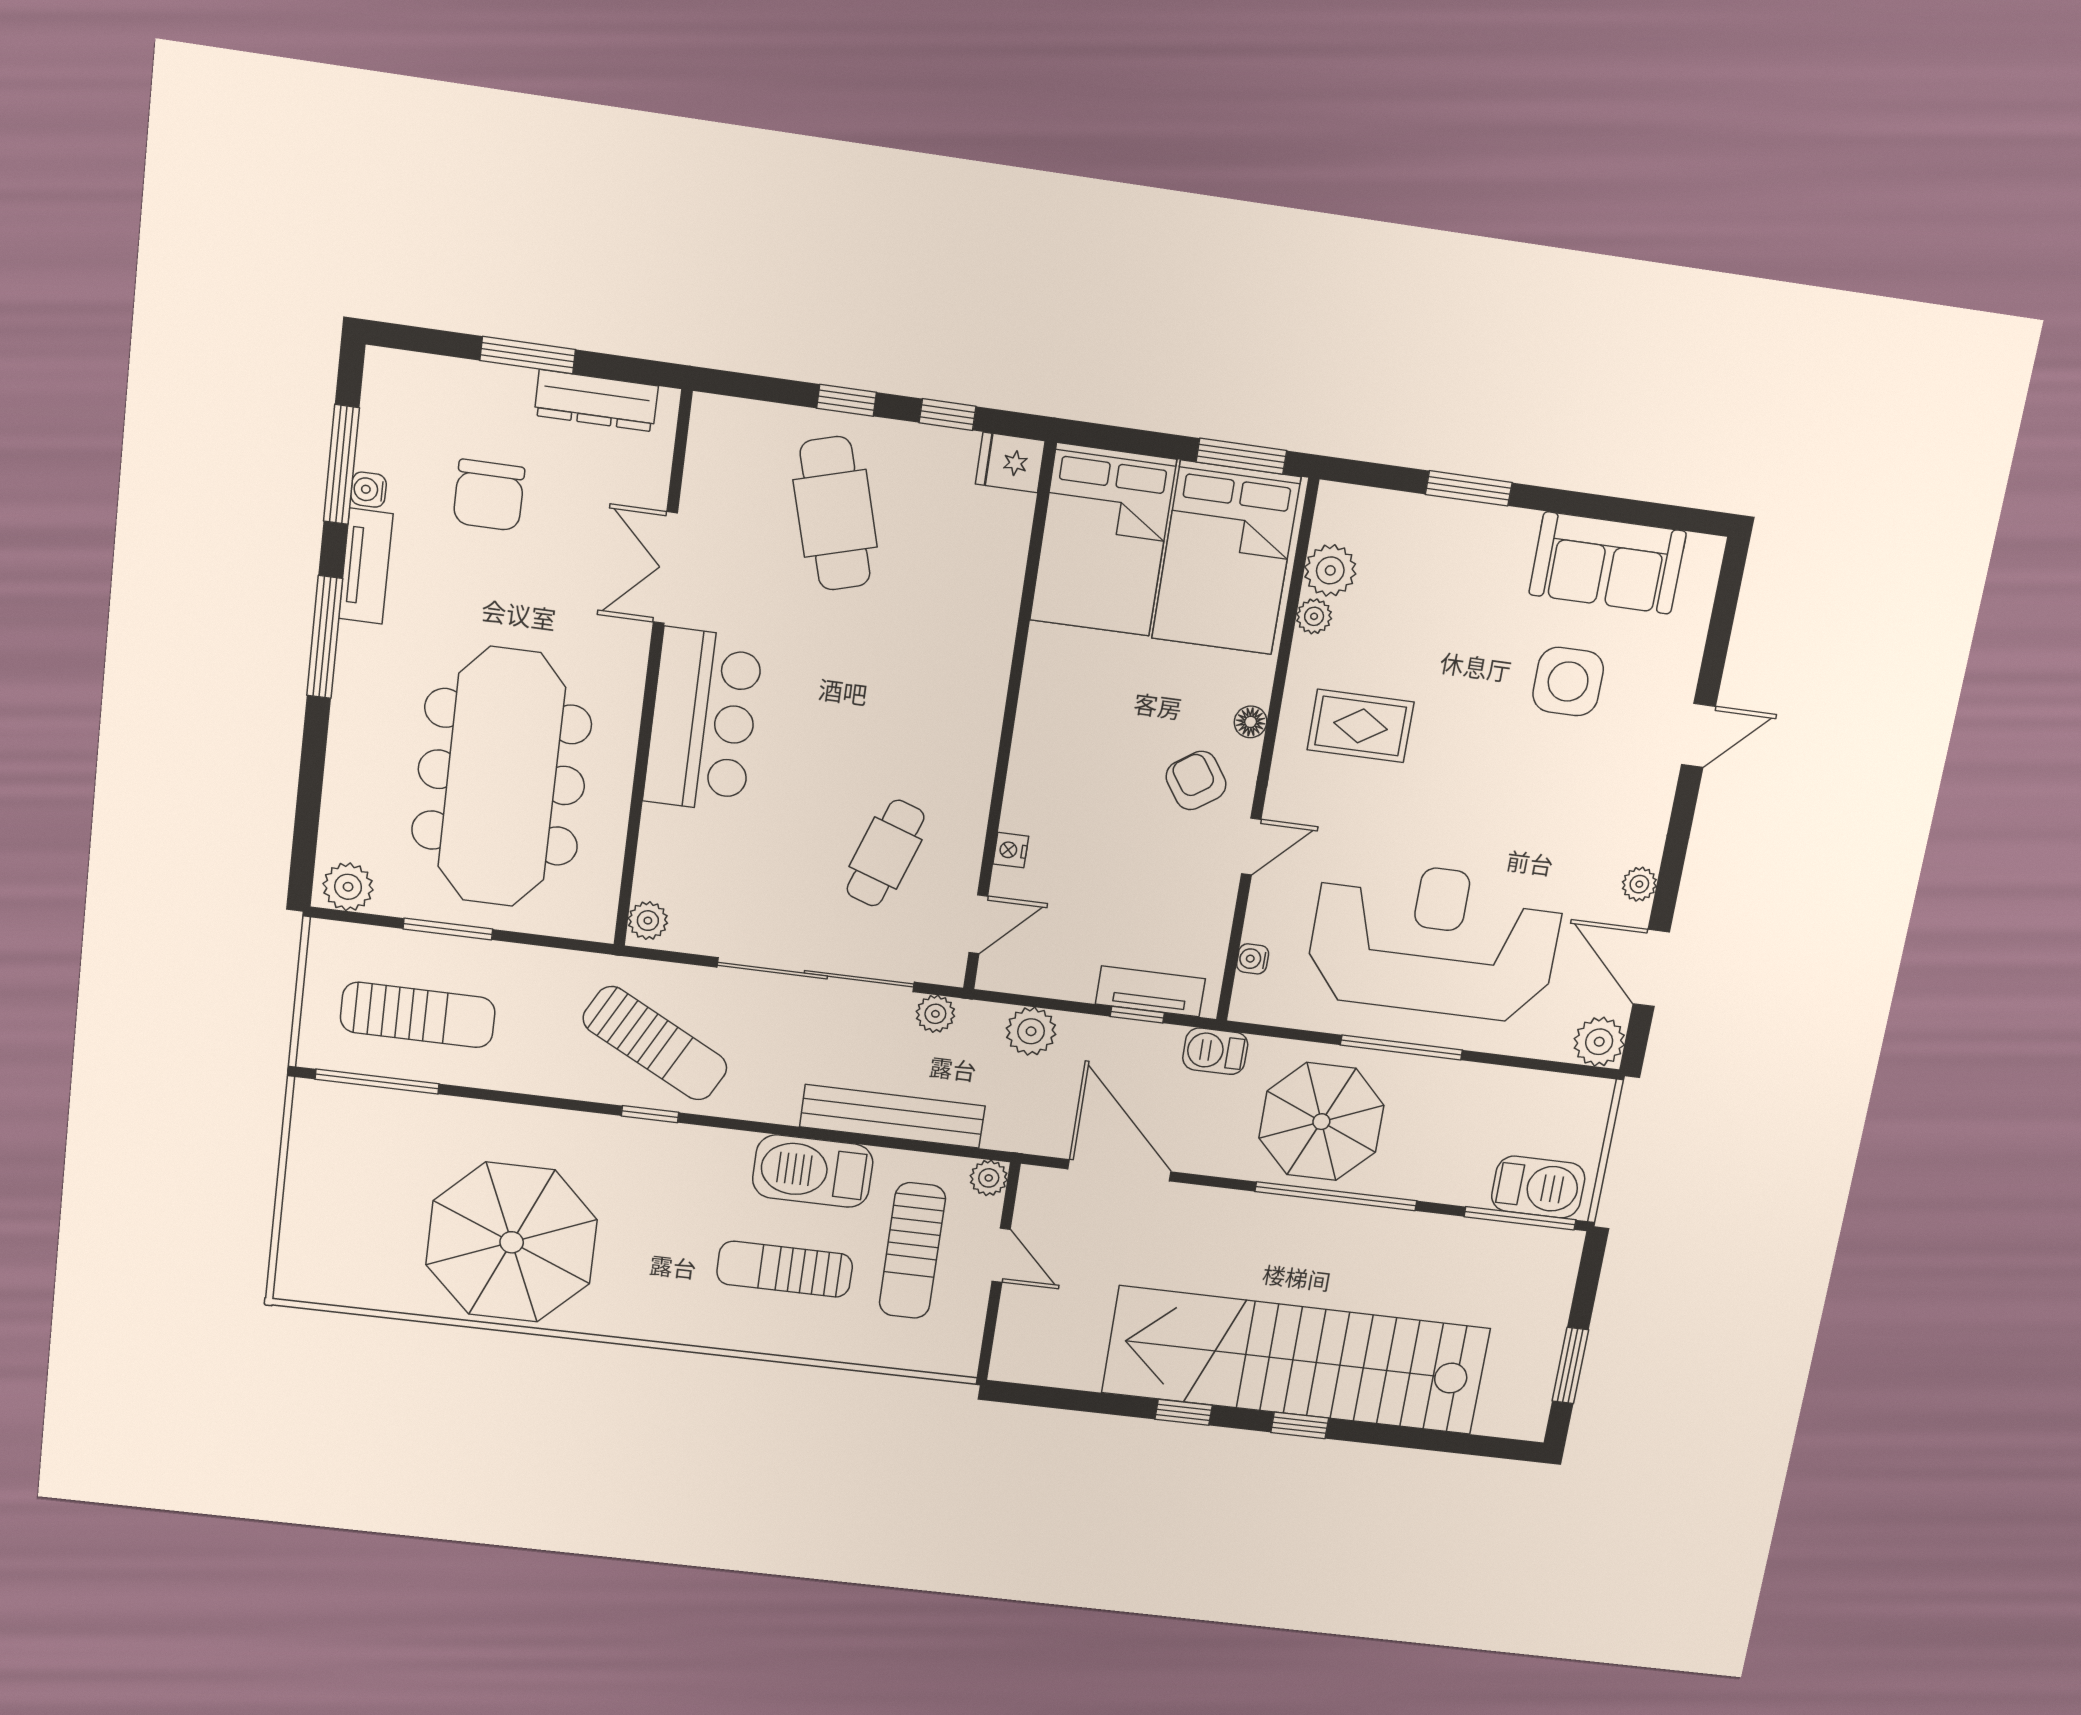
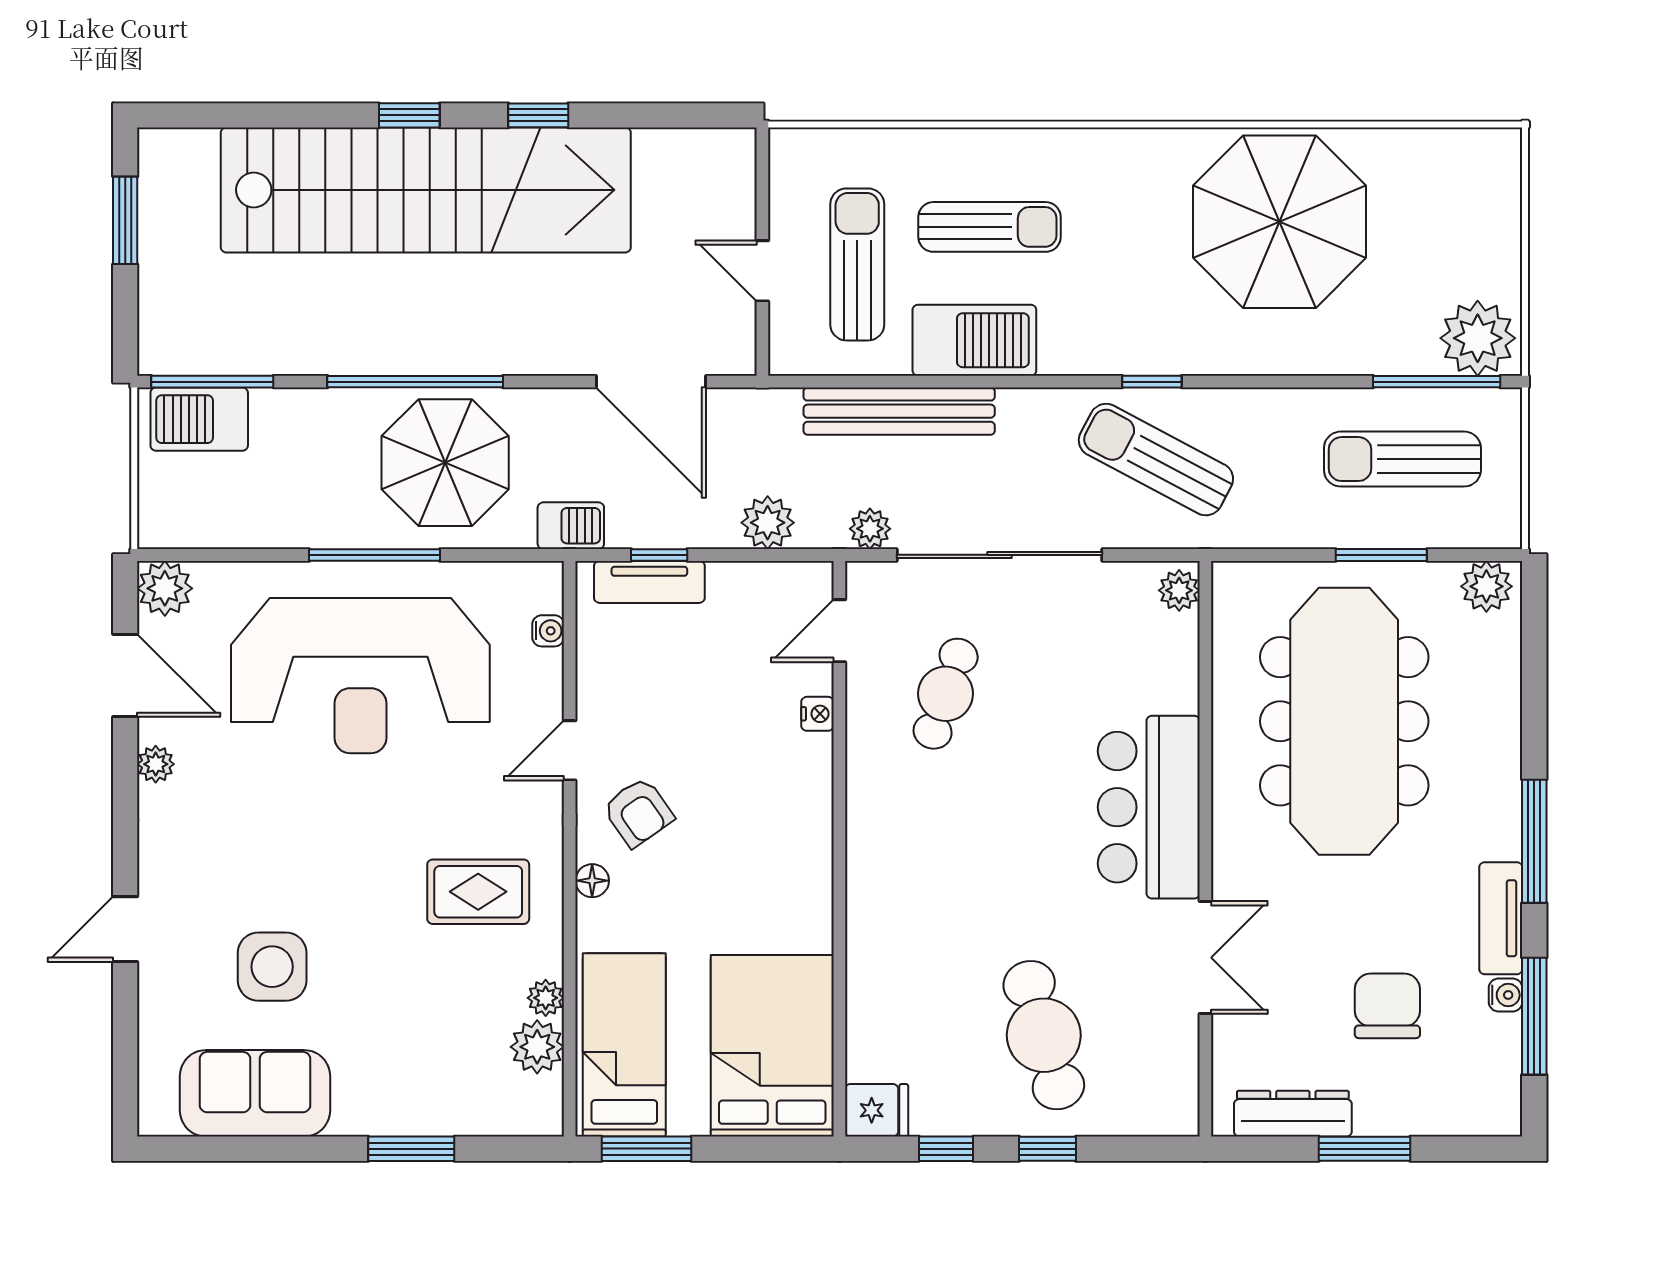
bed: (1226, 558) -> (624, 1045), width x0.67
plant: (989, 1178) -> (1478, 338), moved, width x1.87, depth x1.87

